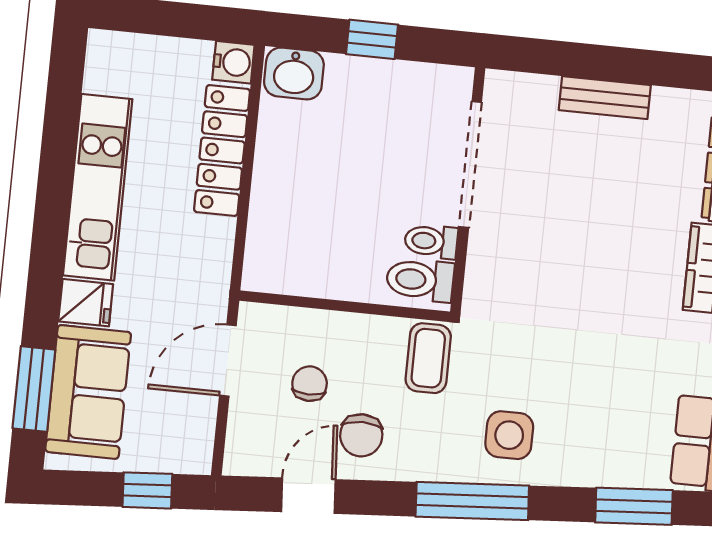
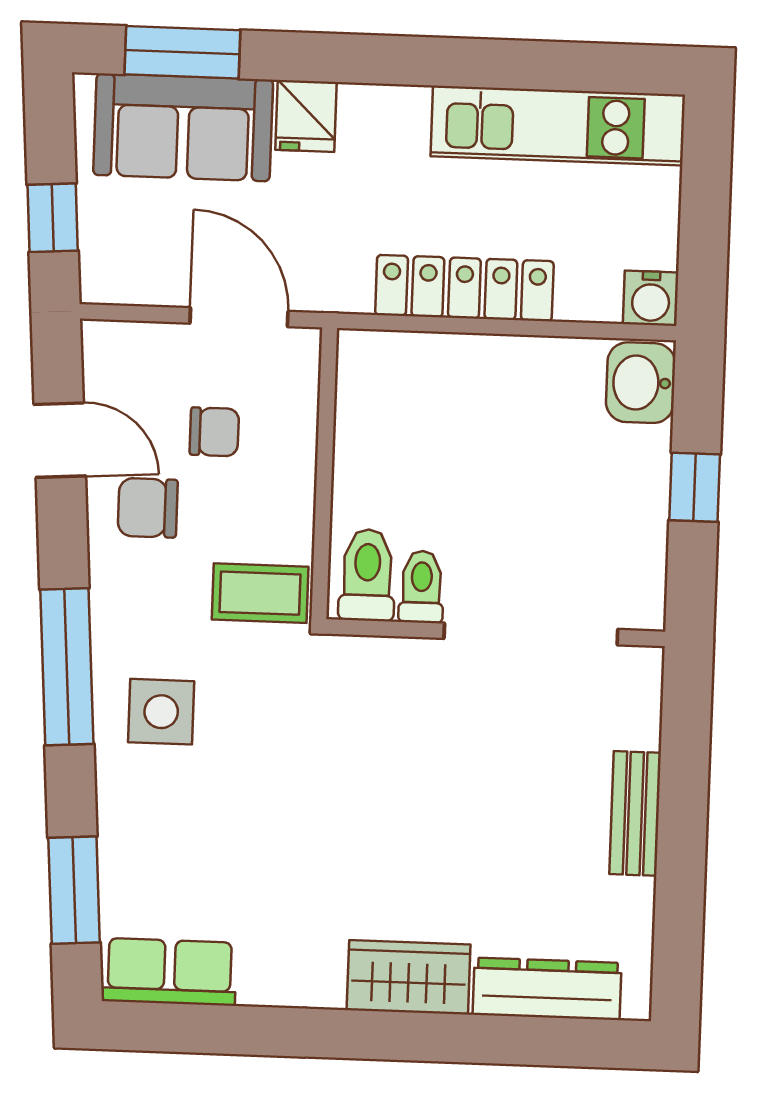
locker: (222, 150) -> (464, 288), moved
kitchen unit: (98, 187) -> (558, 126), moved

